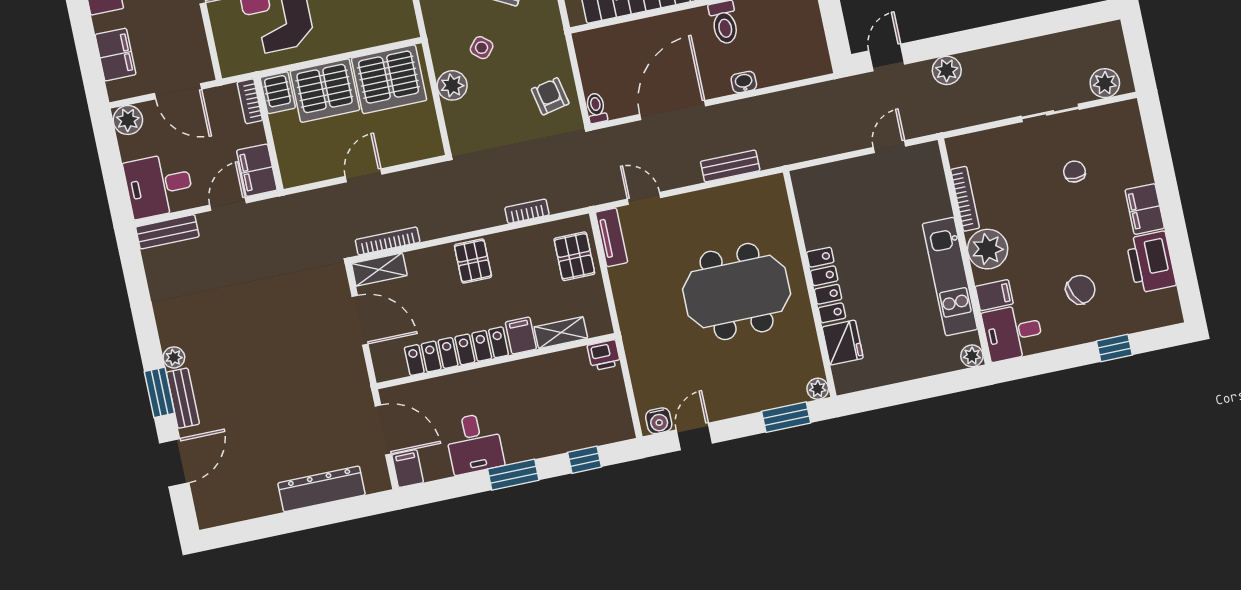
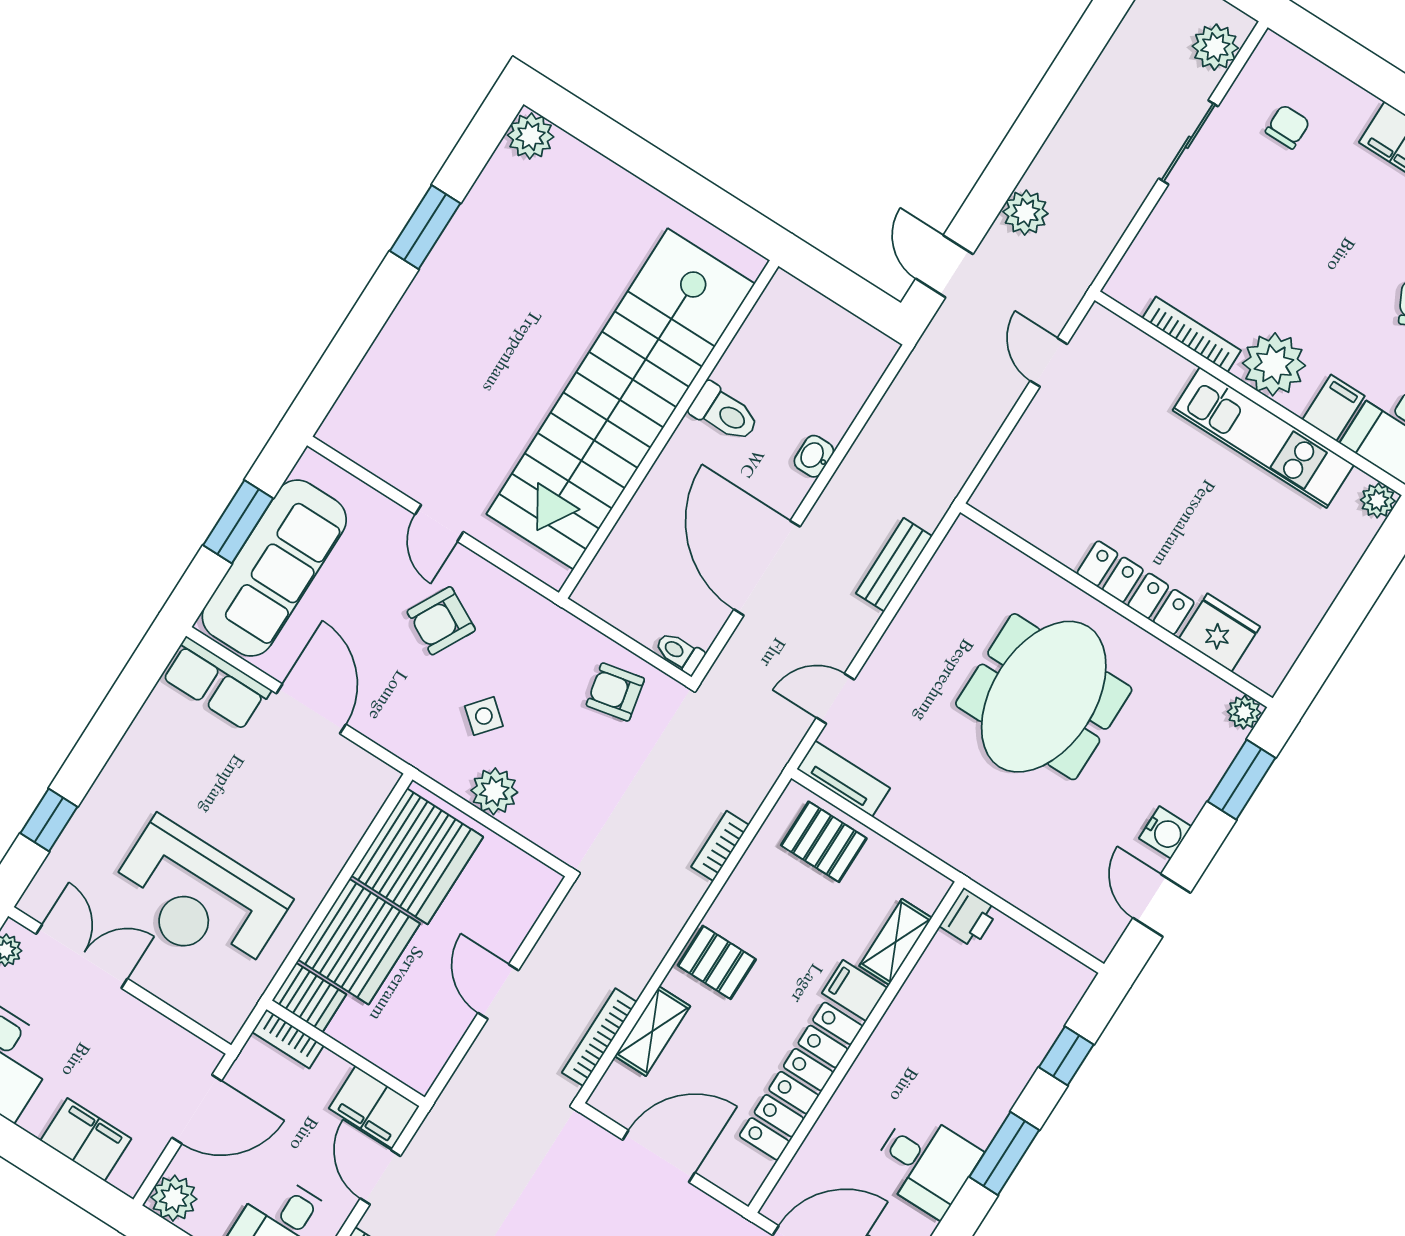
chair: (1074, 172) -> (1288, 127), moved, turned 90
shelving: (379, 270) -> (652, 1031), moved
water cooler: (659, 421) -> (1165, 832), moved

